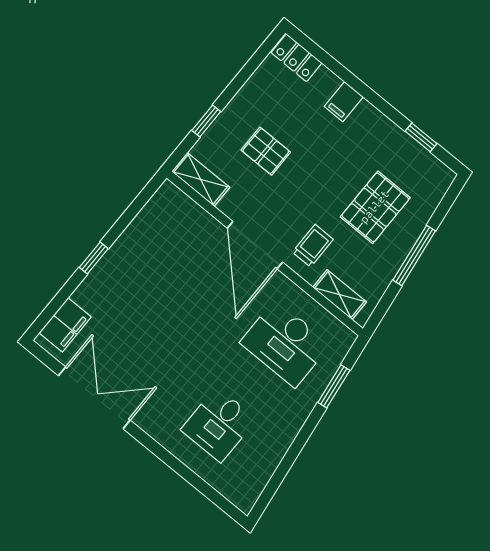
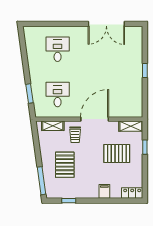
pallet: (266, 151) -> (117, 153), width x1.50, depth x1.42
door: (255, 245) -> (95, 119), hinge flipped
window: (414, 256) -> (42, 181), moved
filing cabinet: (65, 325) -> (136, 40), removed
desk: (285, 344) -> (58, 94), width x0.73

